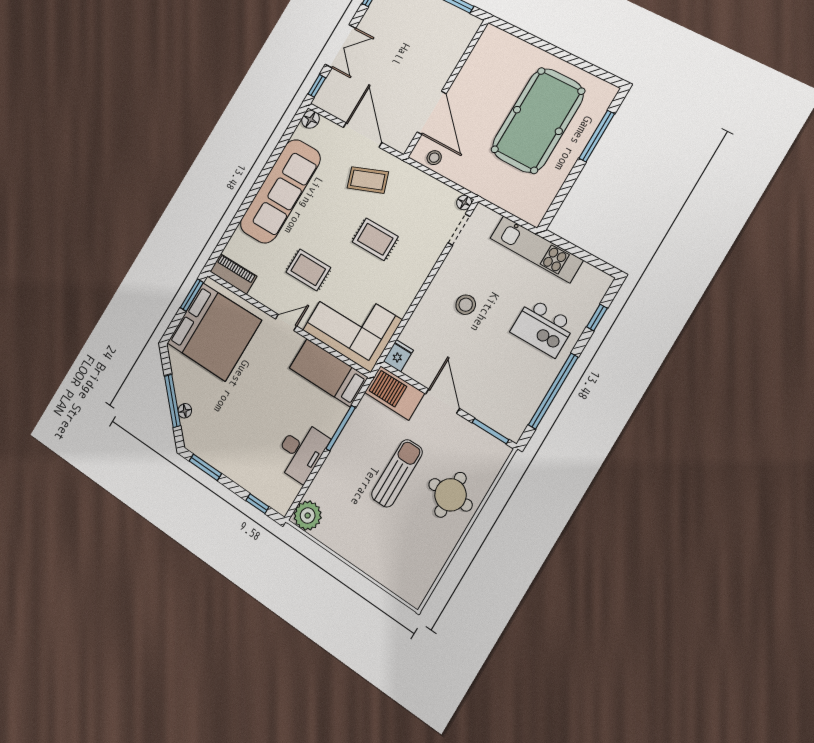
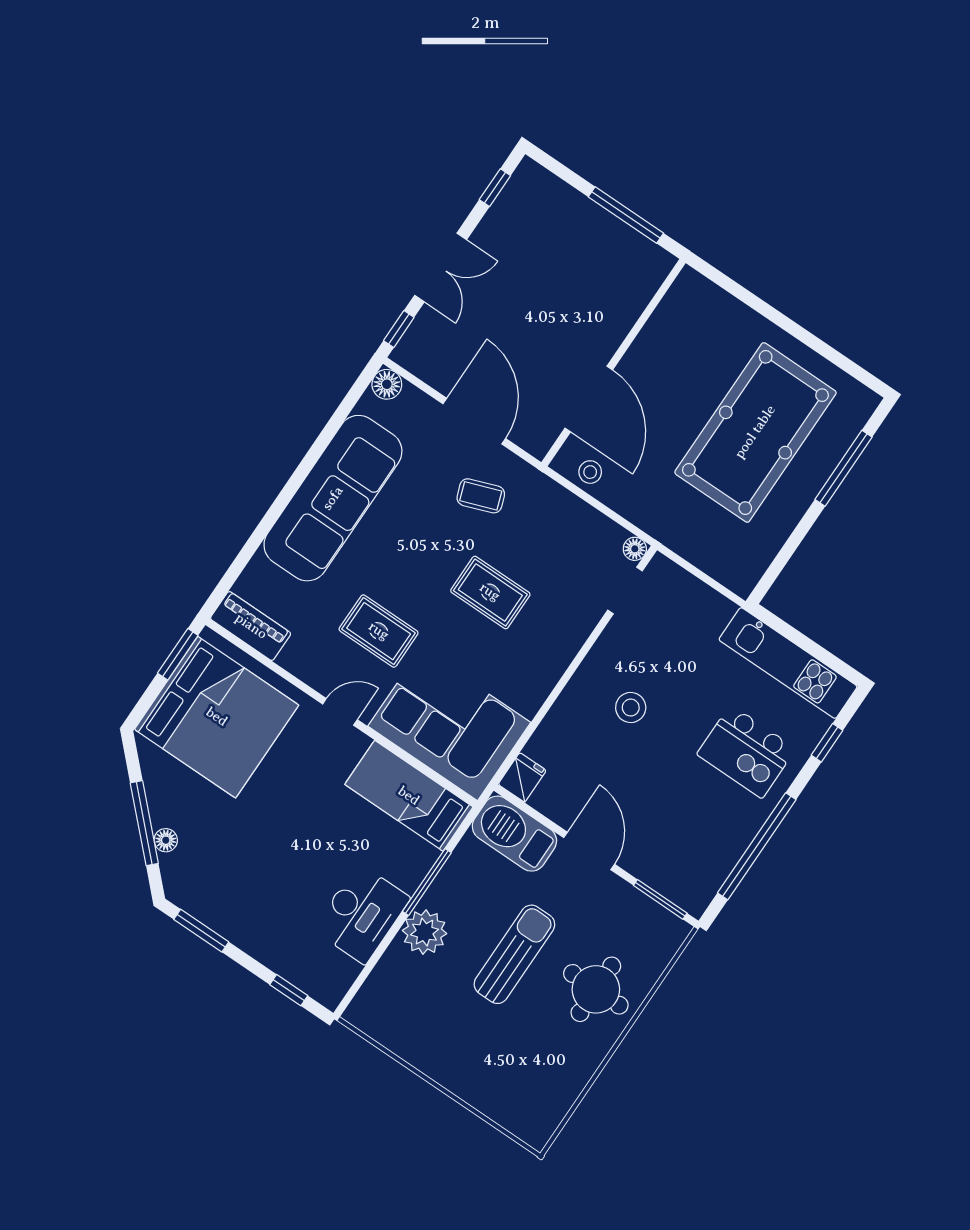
coffee table: (368, 180) -> (481, 496), width x0.73, depth x0.77
kitchen unit: (536, 249) -> (788, 663), moved
plant: (308, 516) -> (425, 932), moved

